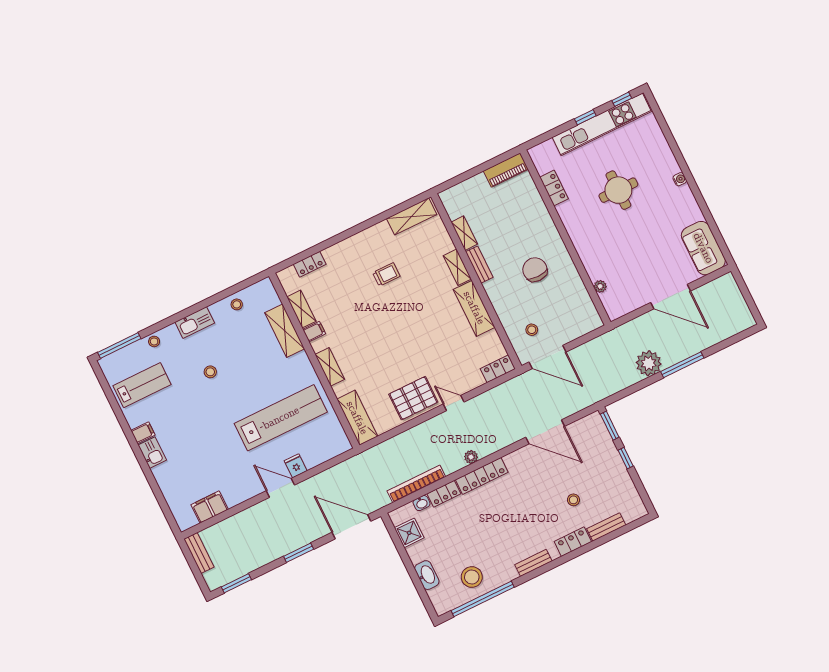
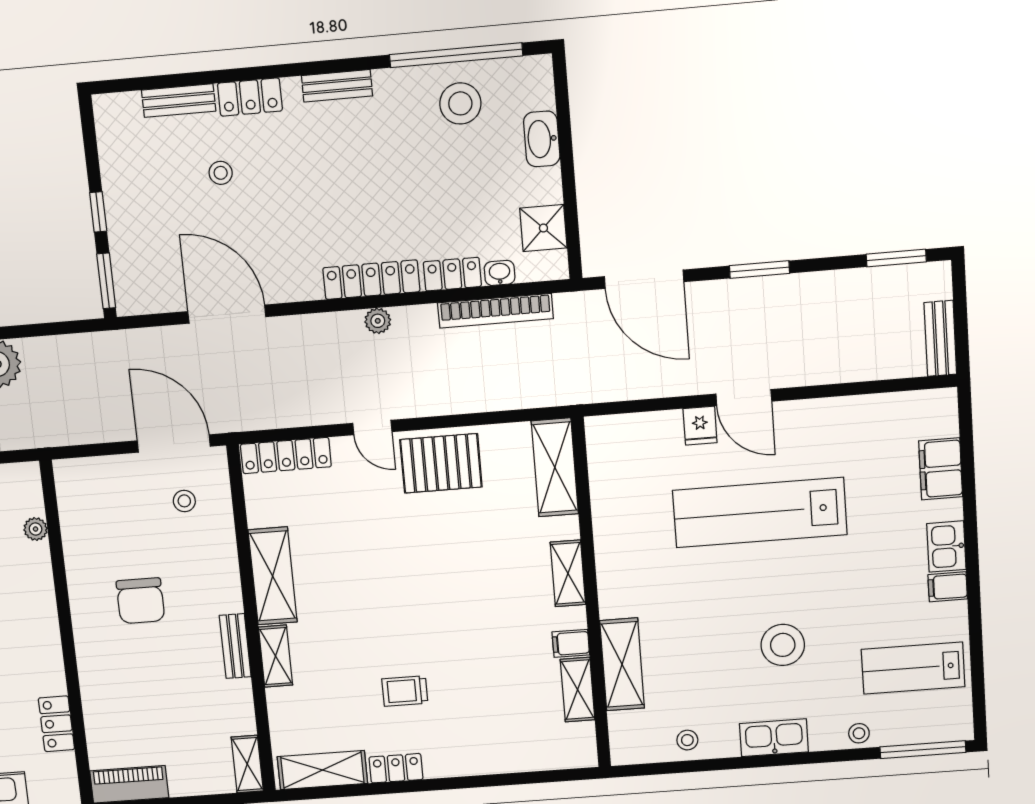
shelving: (464, 233) -> (247, 764), moved
locker: (310, 264) -> (396, 768), moved
locker: (498, 369) -> (286, 456), width x1.53
stool: (210, 372) -> (783, 645), width x1.89, depth x1.89
lab bench: (281, 418) -> (760, 513), moved
filing cabinet: (210, 507) -> (941, 469), moved, turned 90

